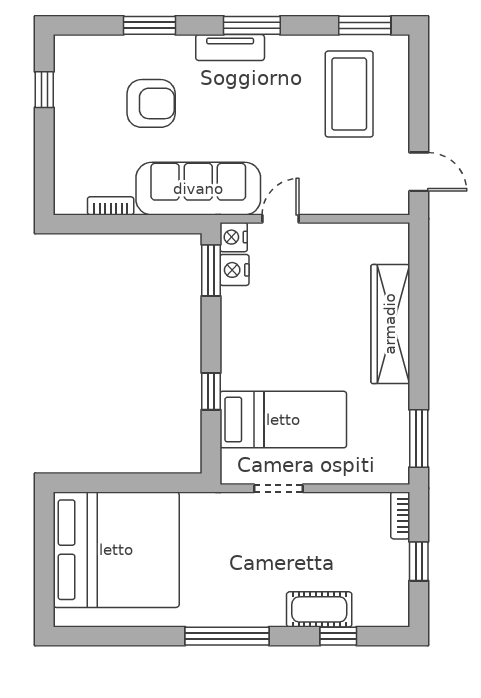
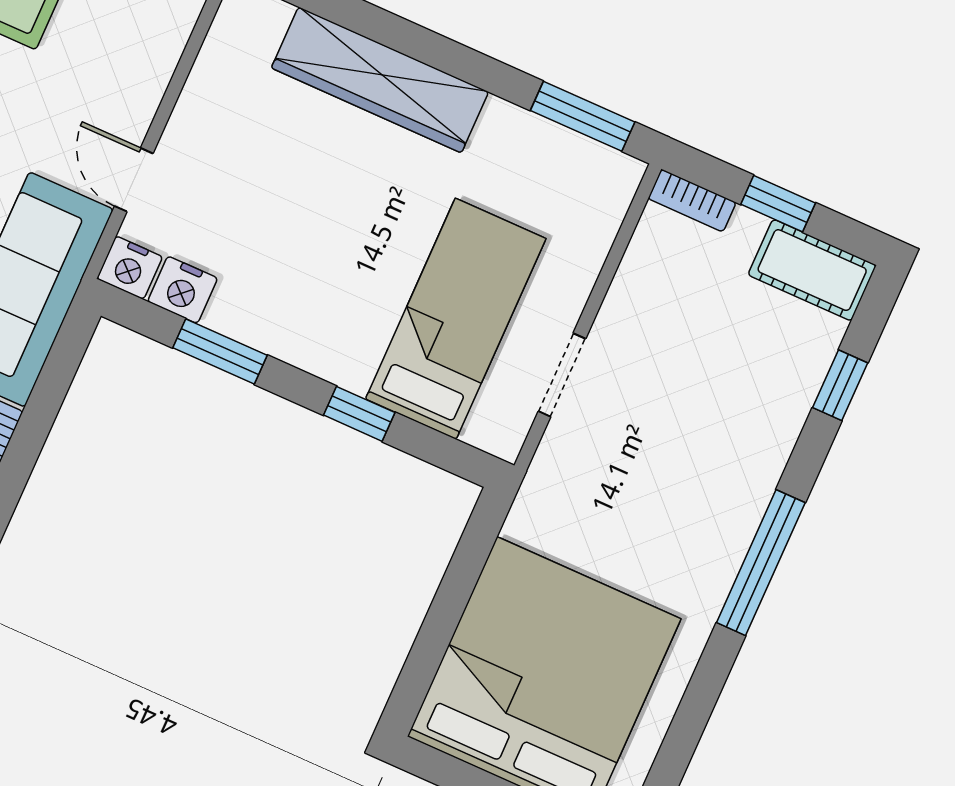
window: (211, 270) -> (220, 351), moved
cot: (319, 609) -> (812, 270), moved, turned 90

